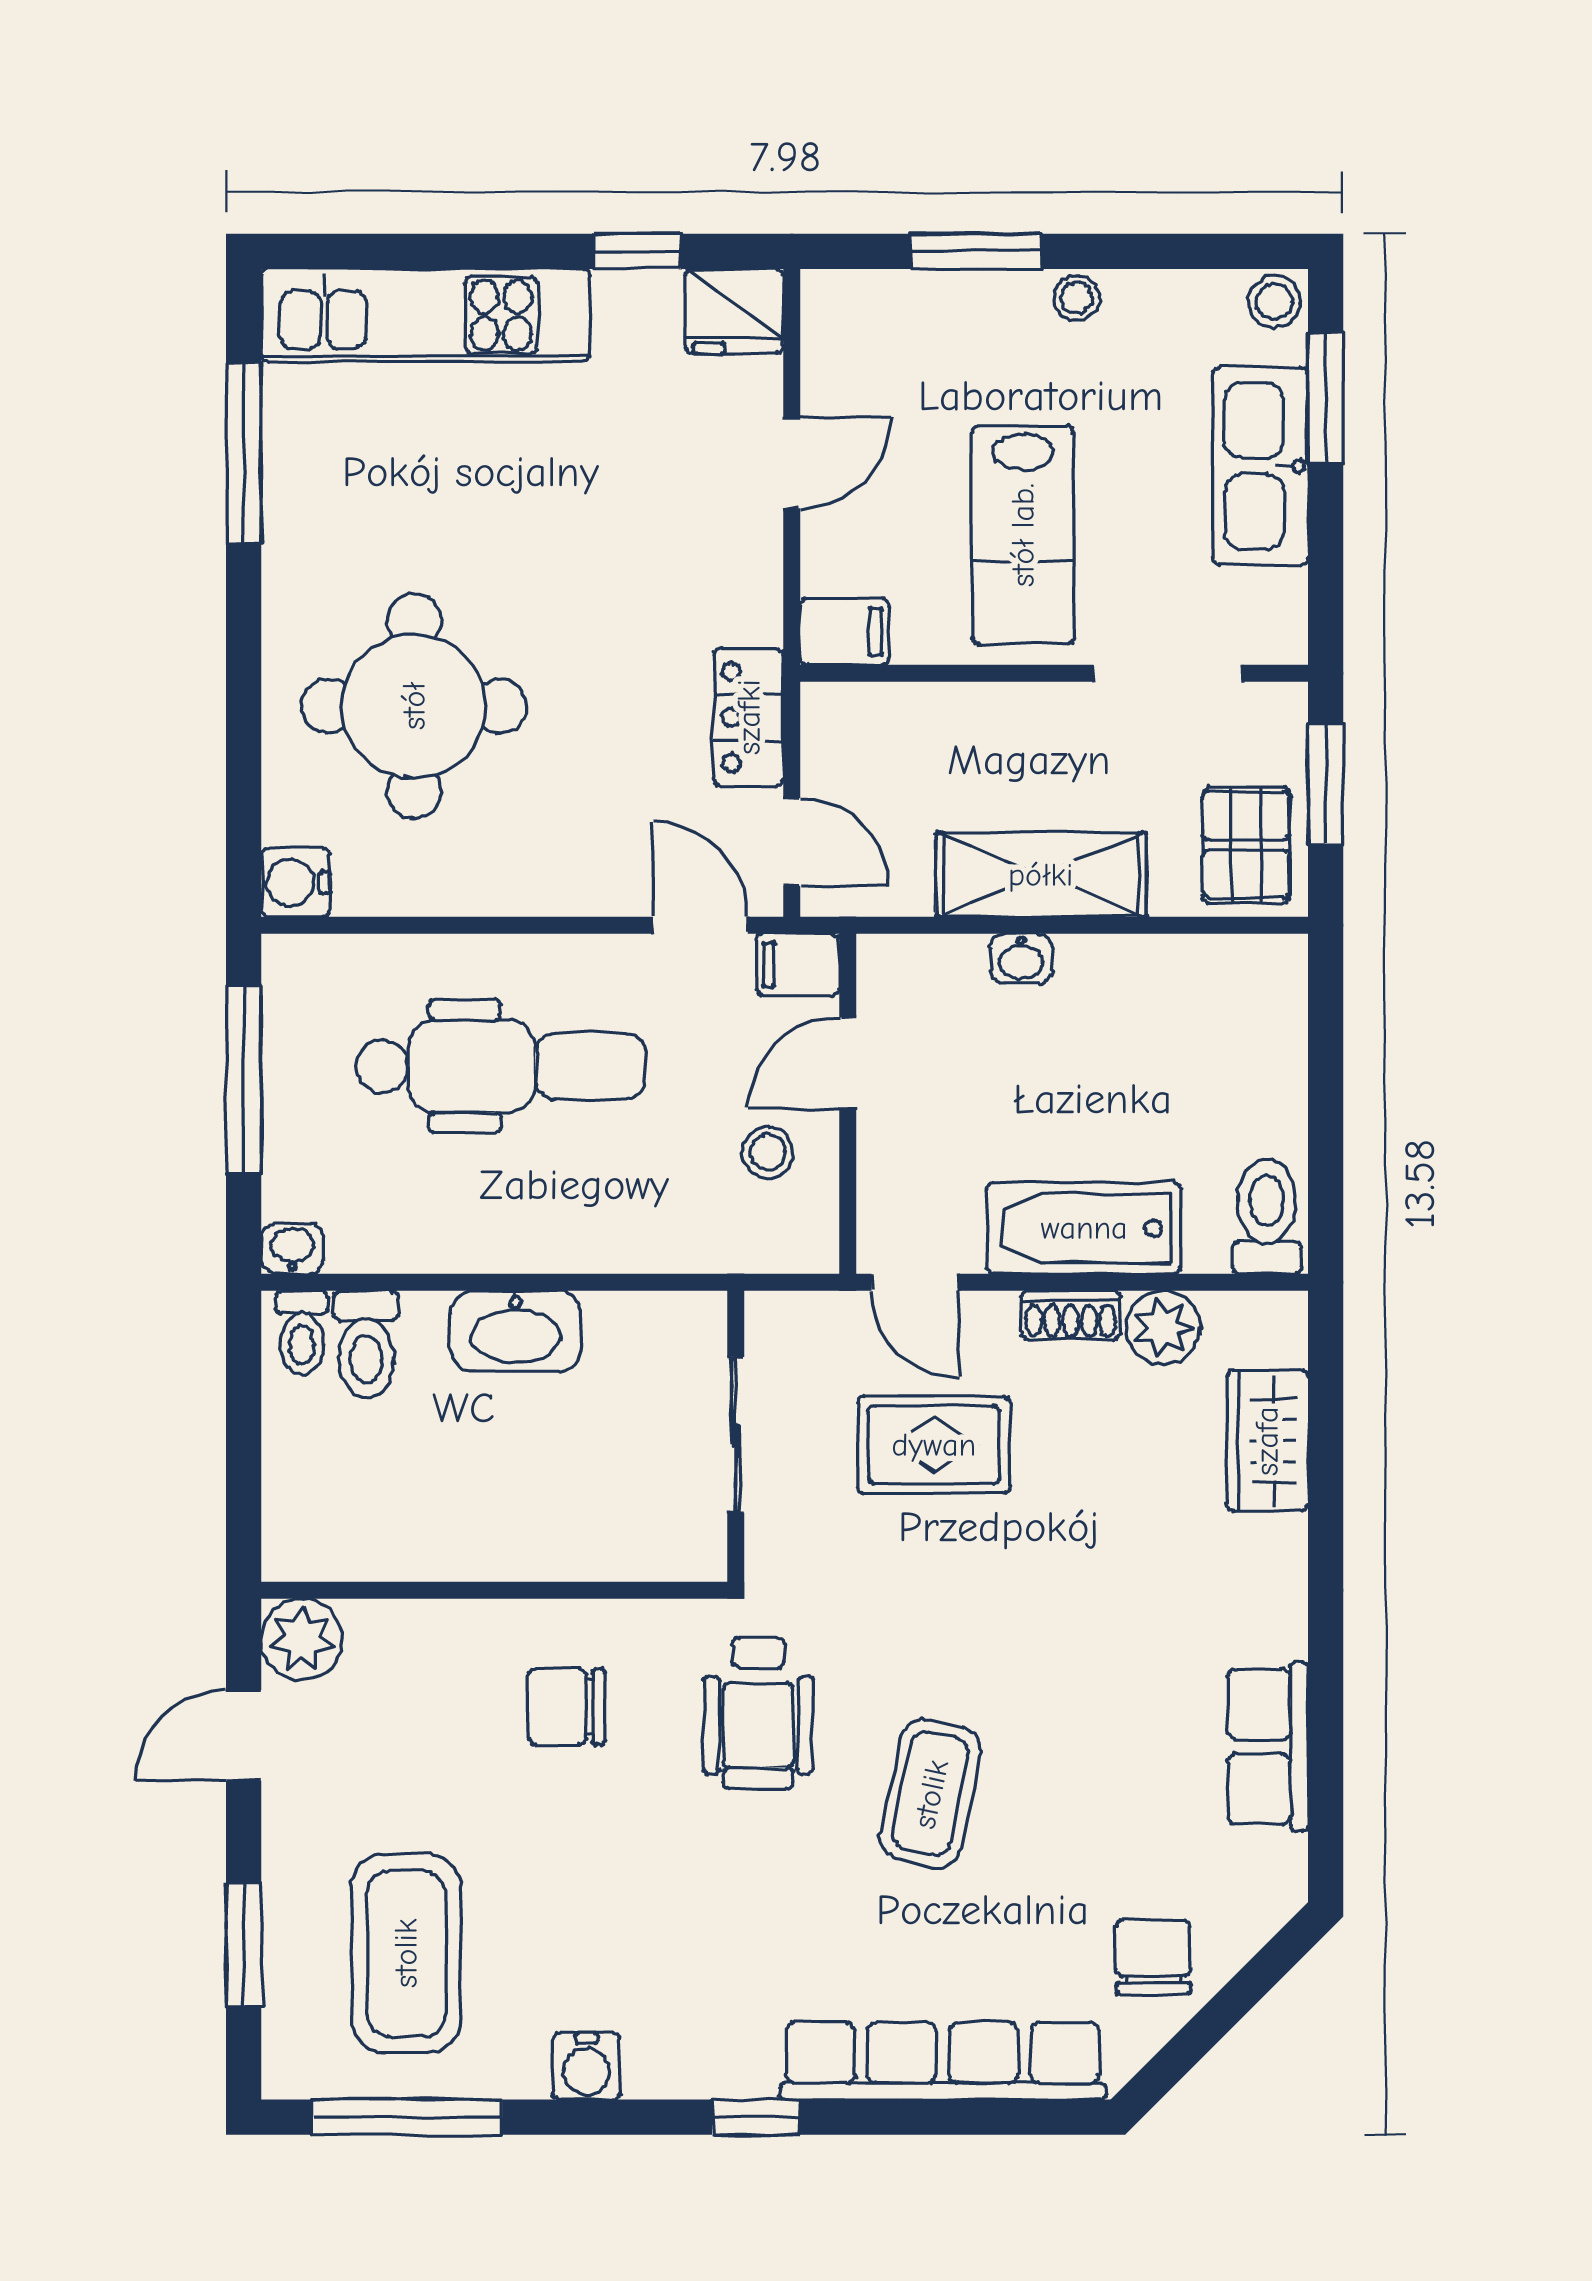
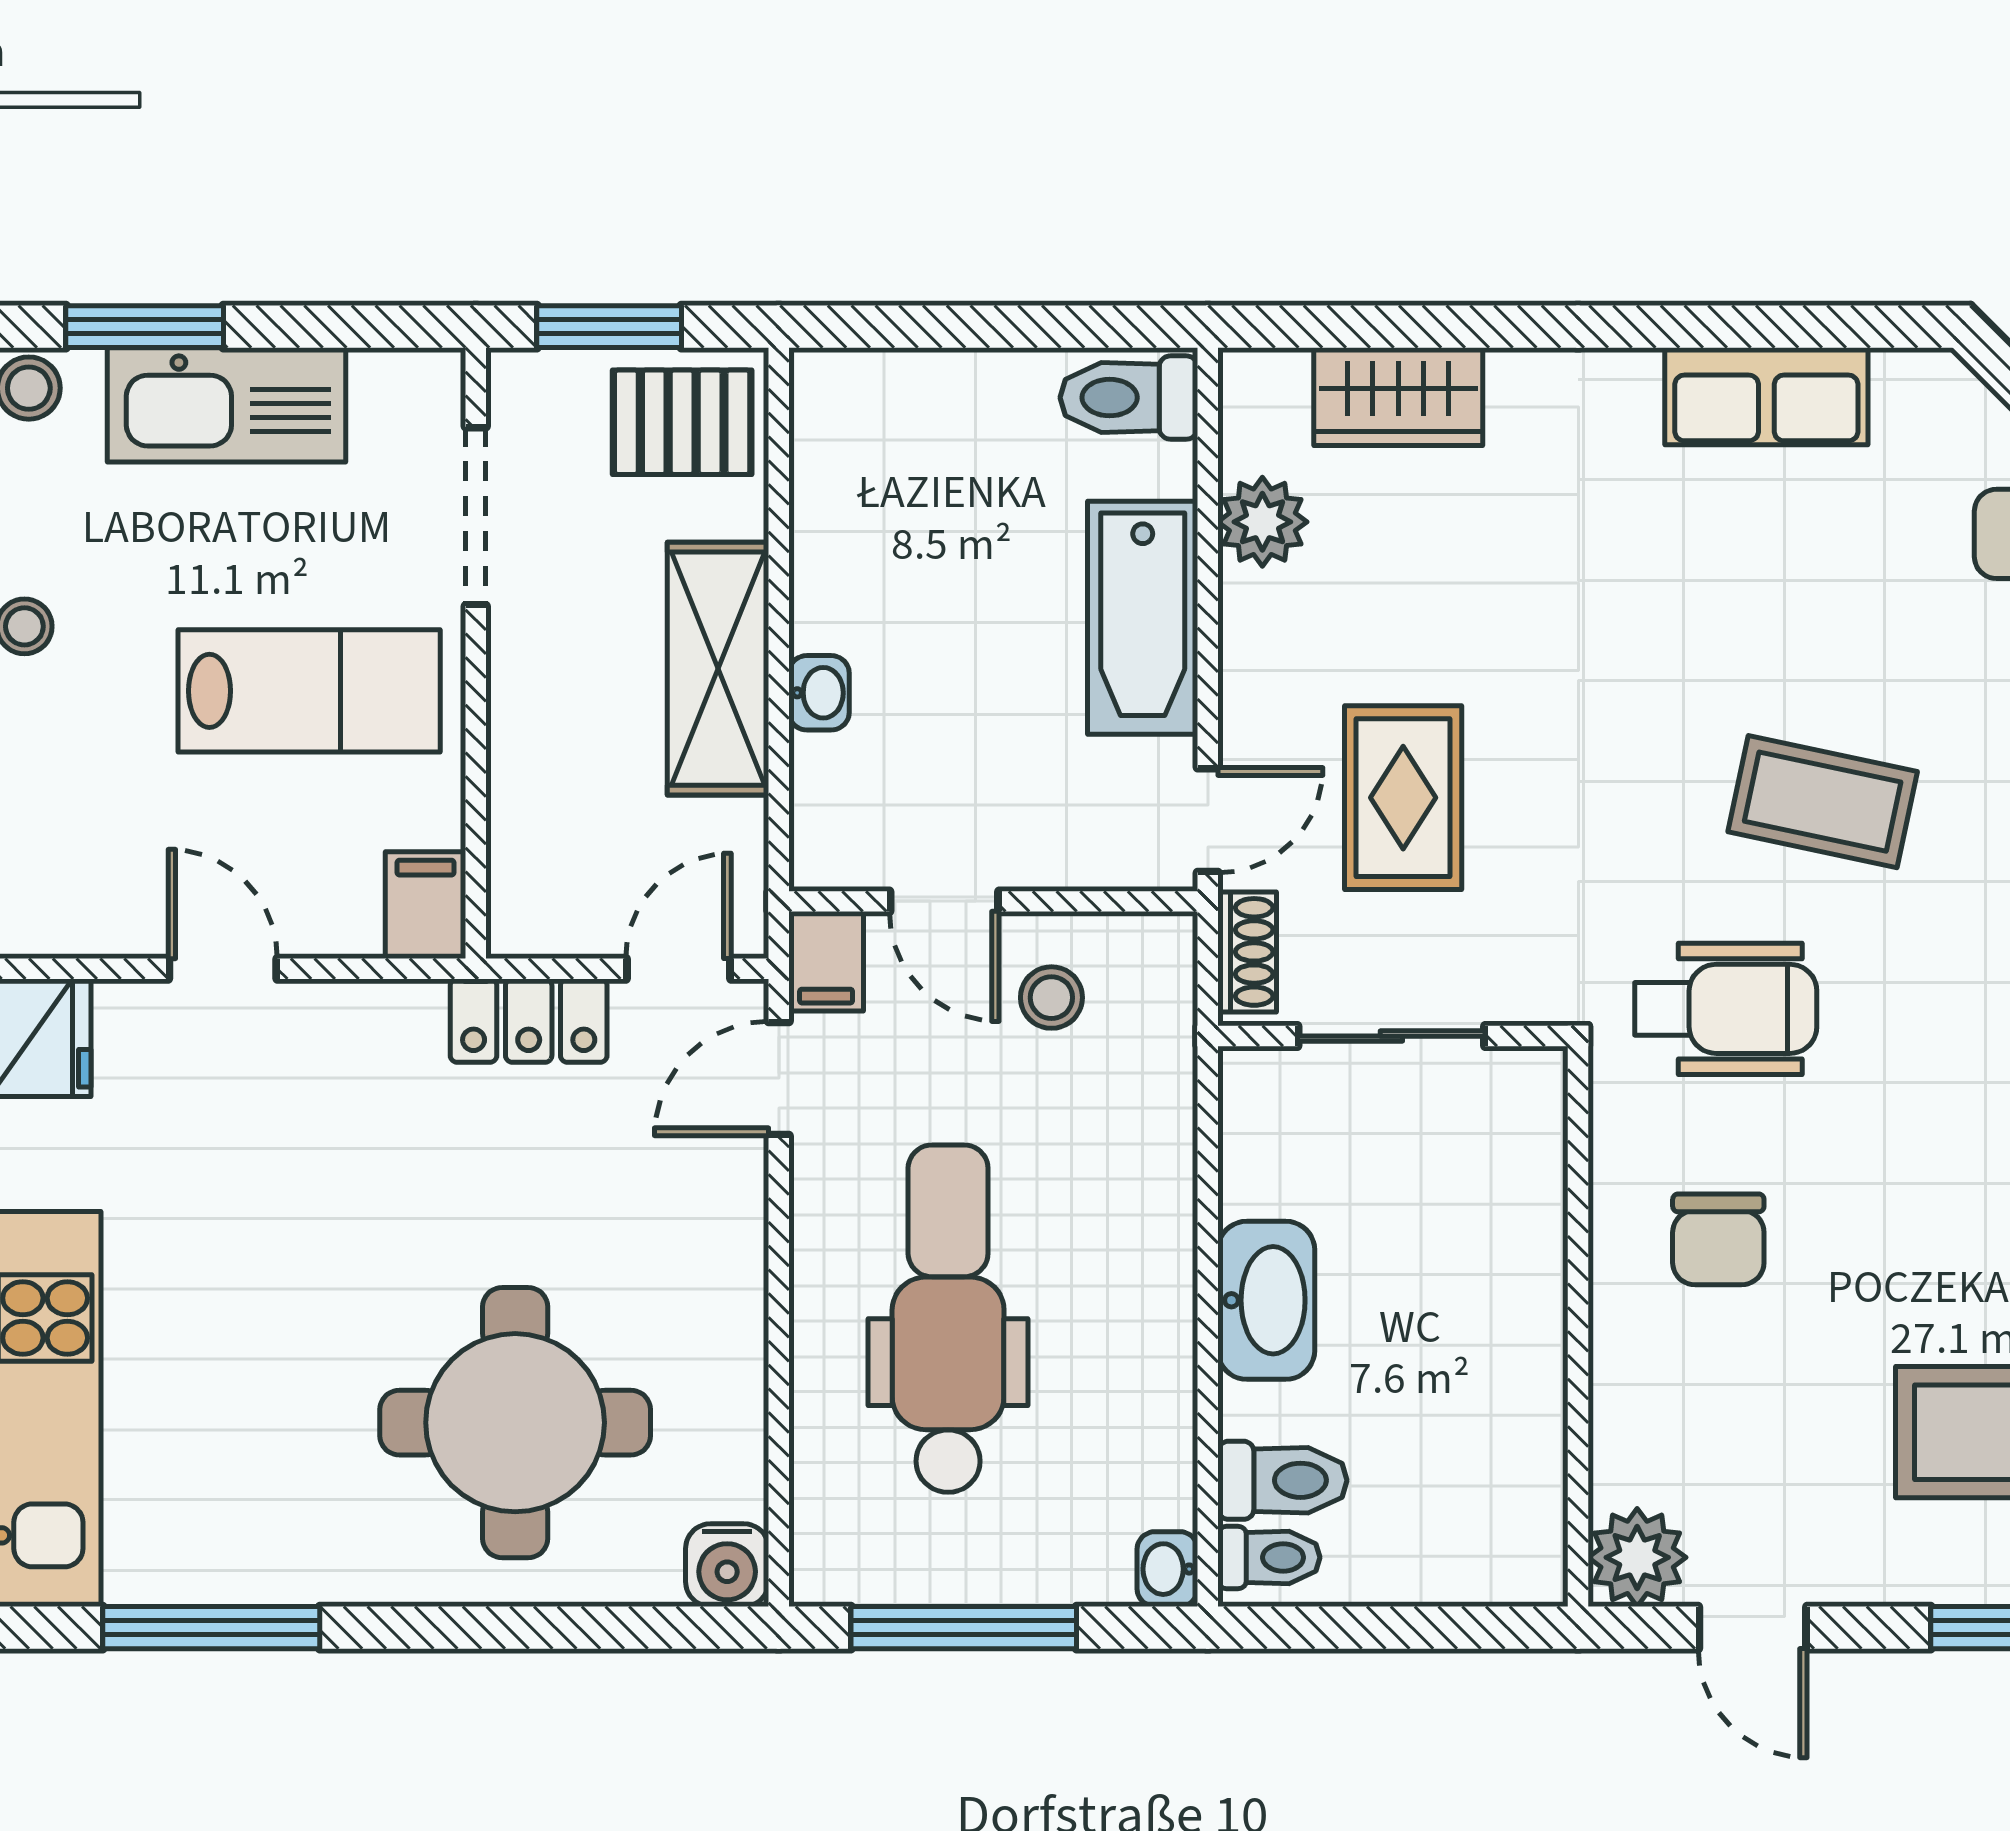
shoe rack: (1071, 1315) -> (1247, 952), moved

